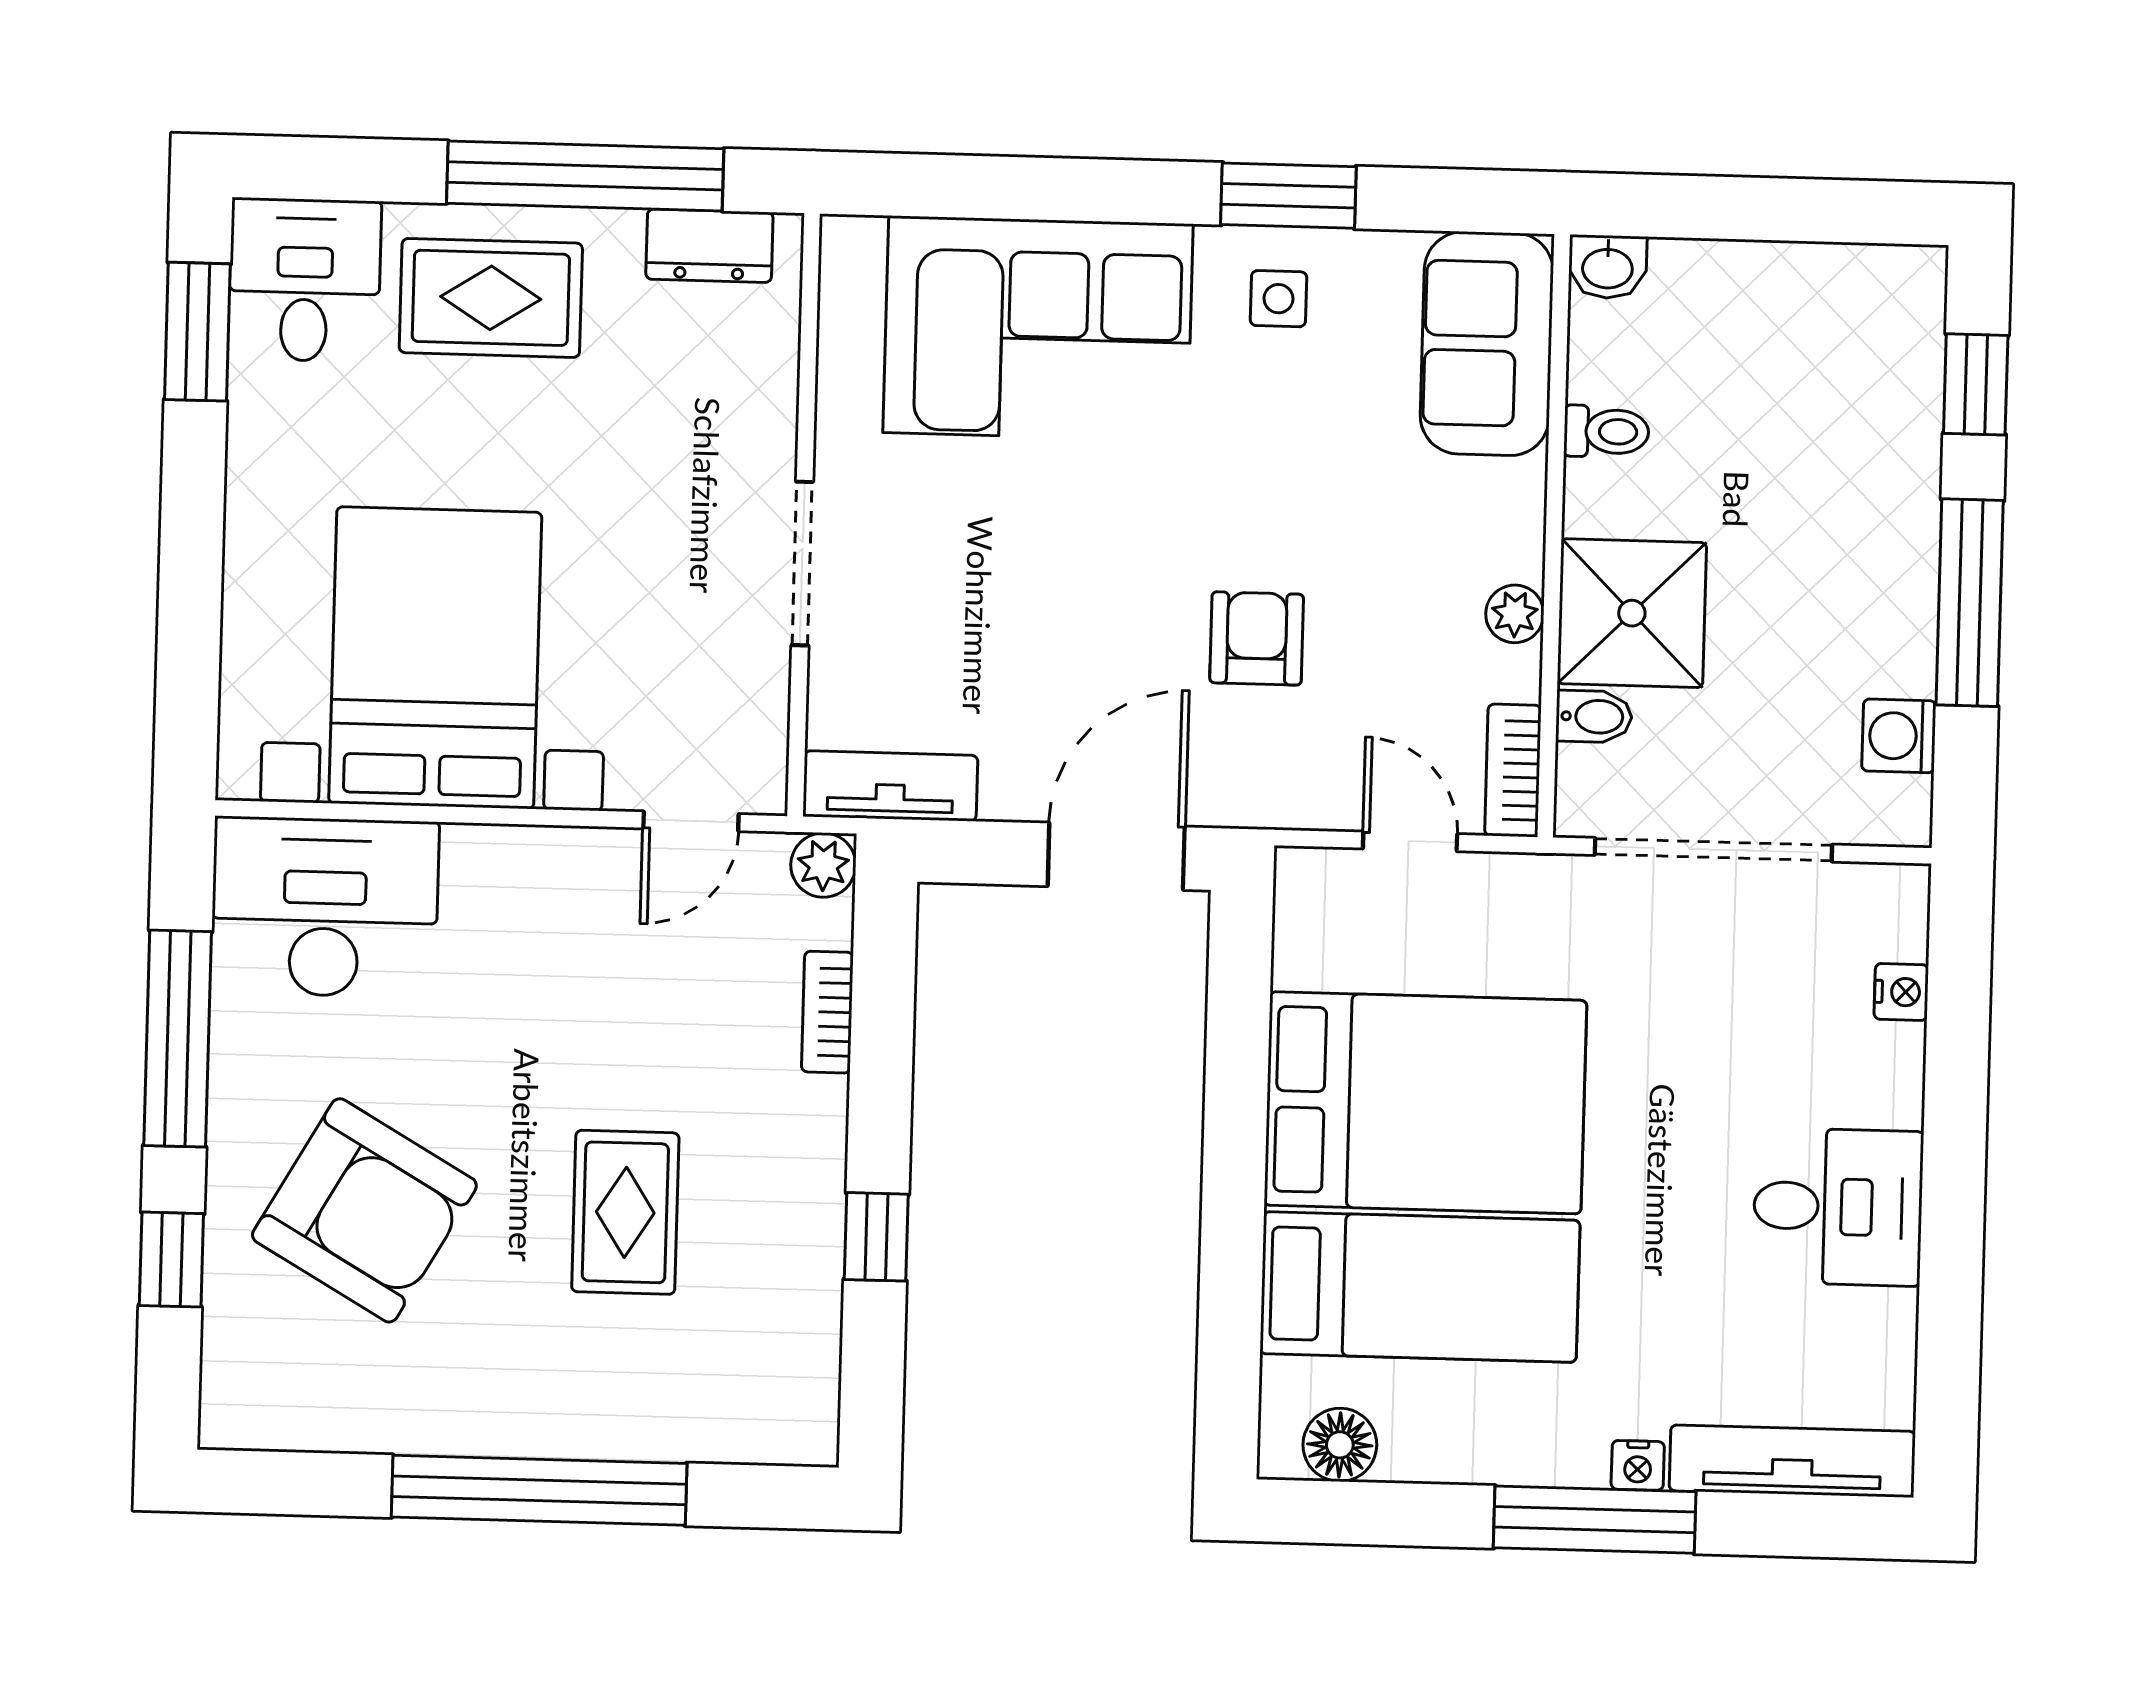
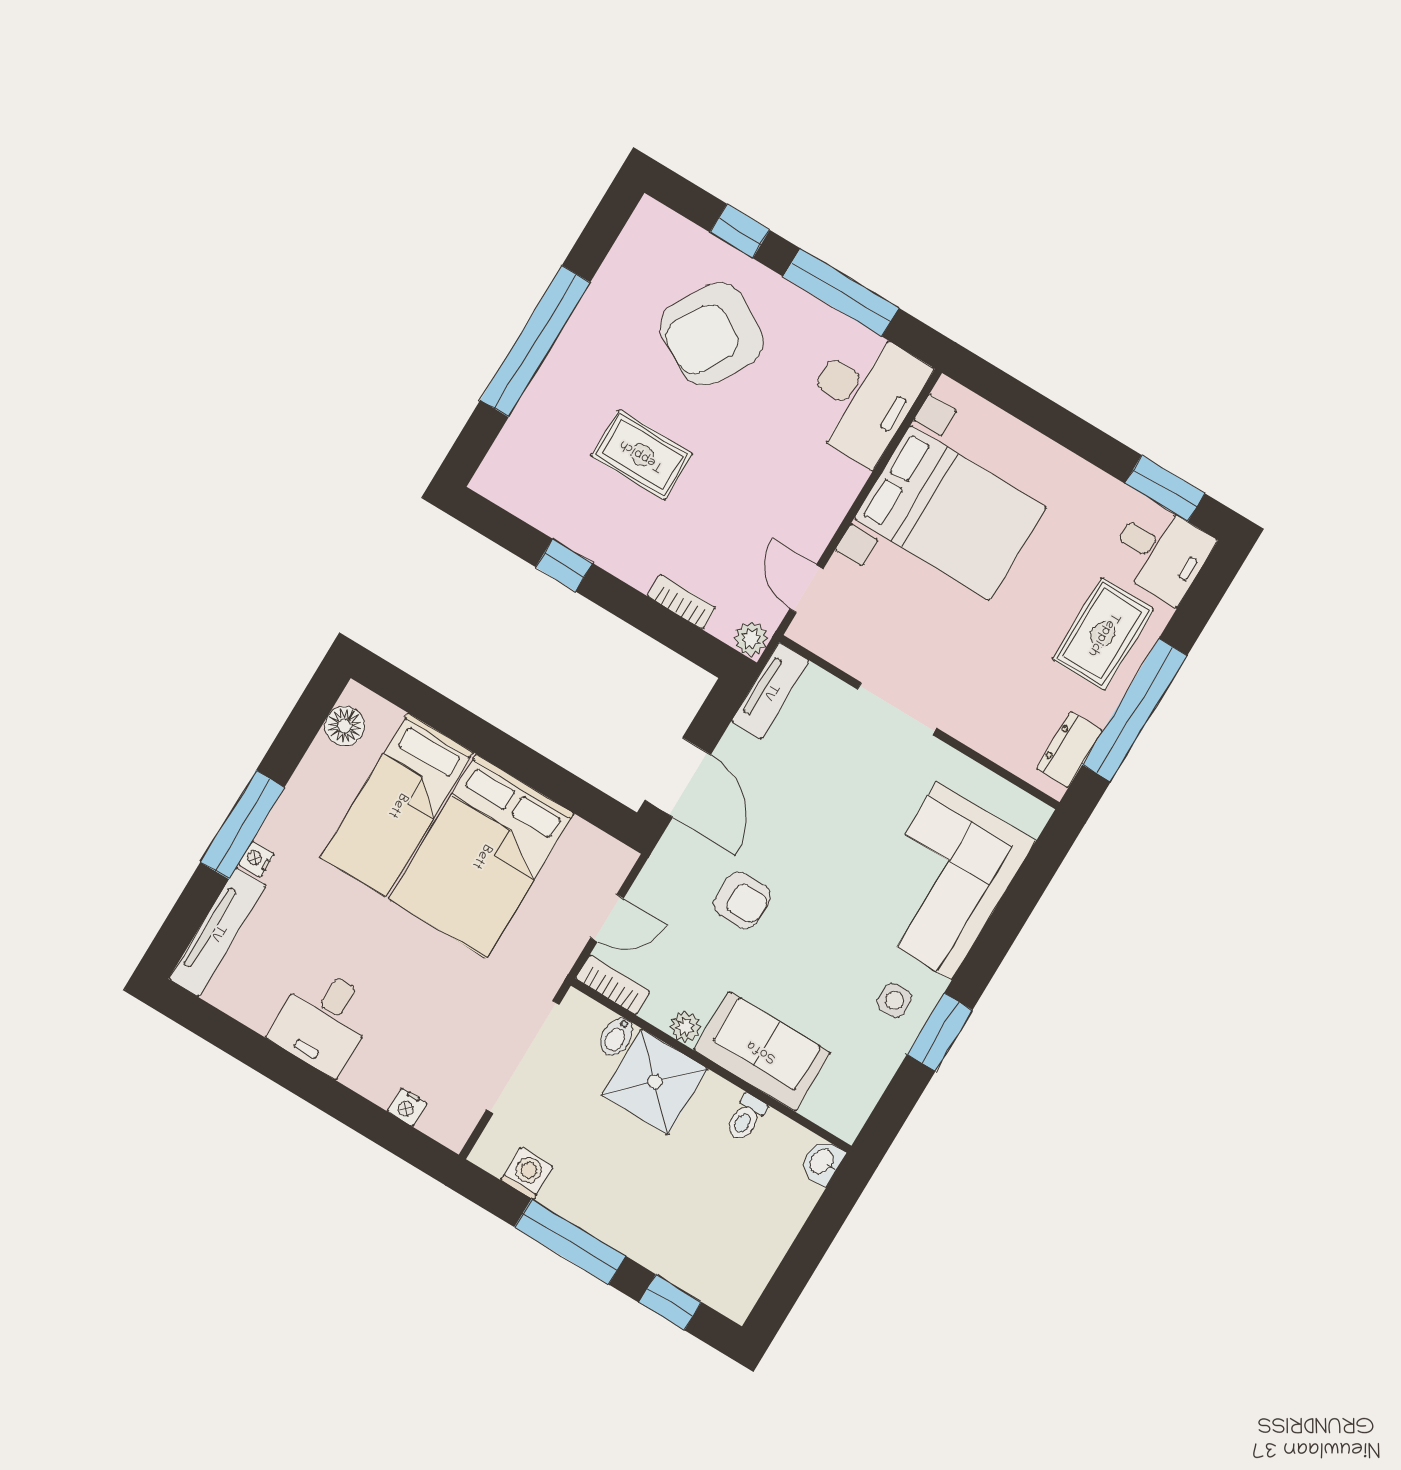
sofa: (1487, 344) -> (762, 1051), moved

